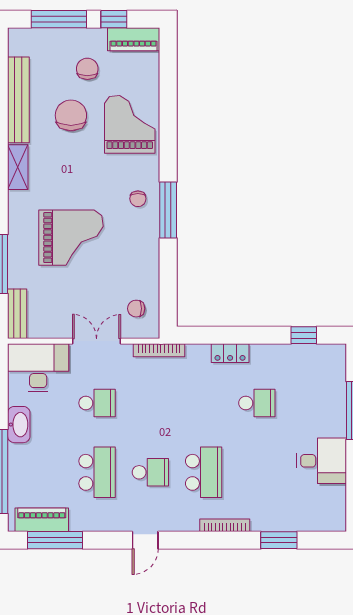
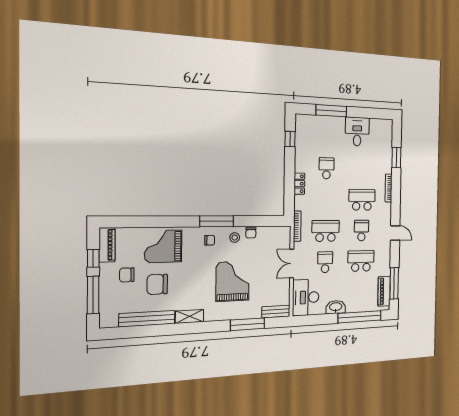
stool: (142, 240) -> (235, 238), added
chair: (136, 309) -> (251, 233), moved
school desk: (150, 403) -> (326, 231), added

